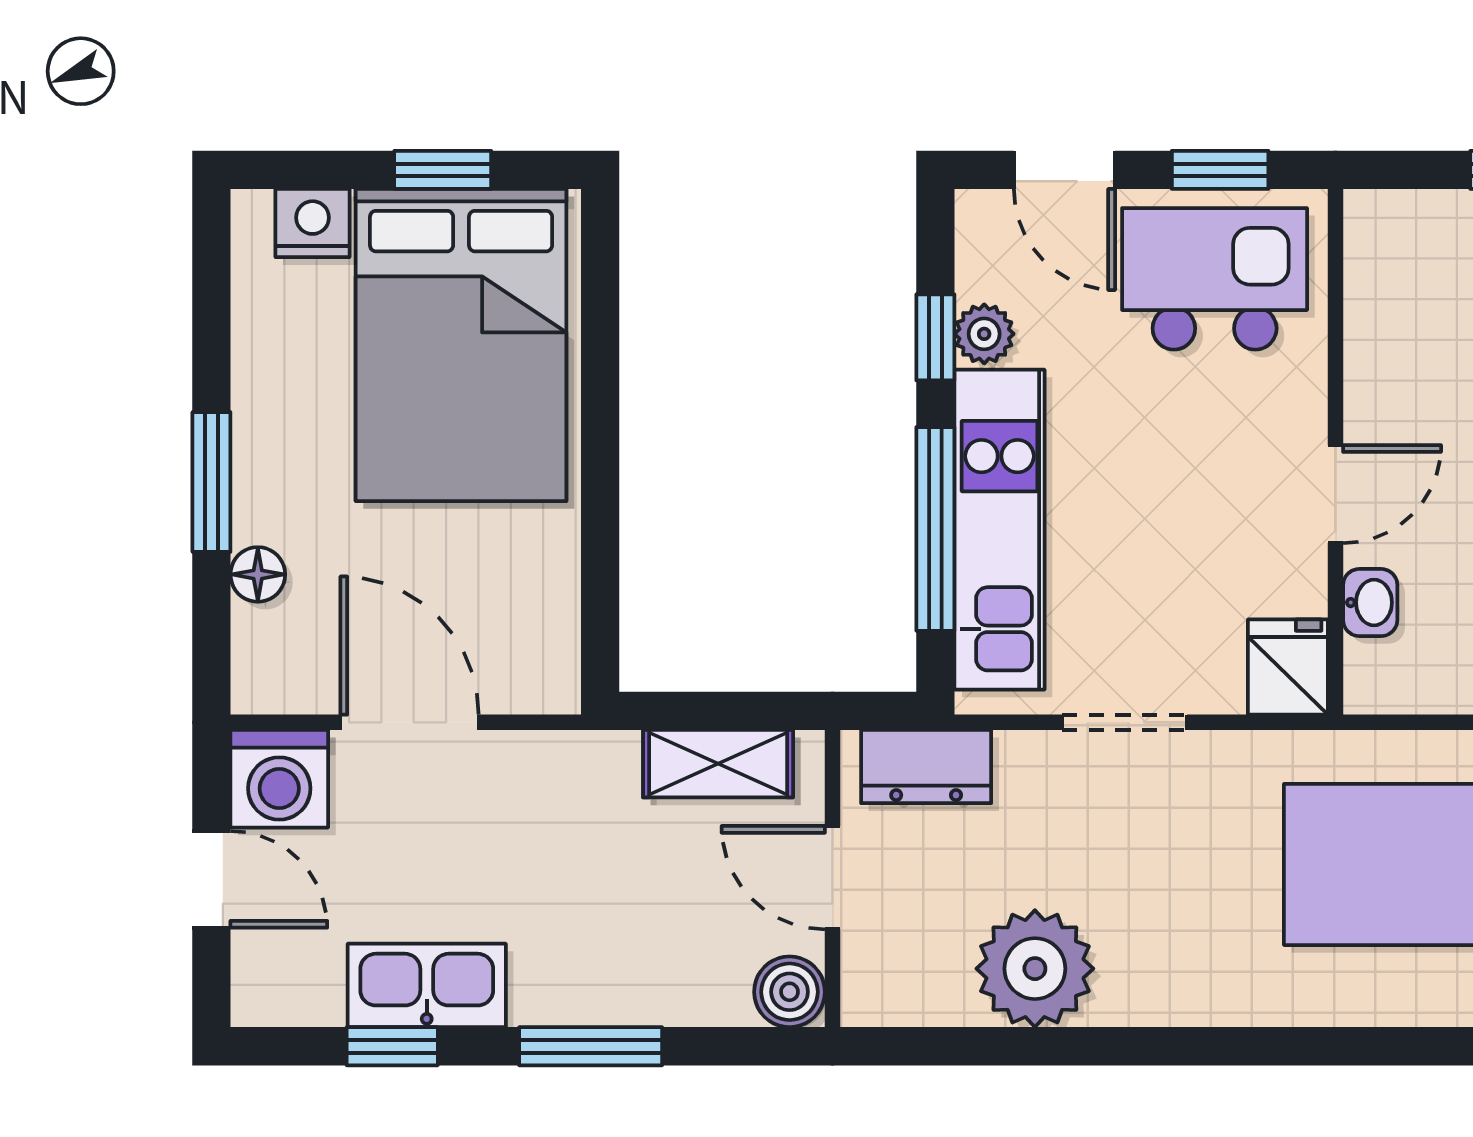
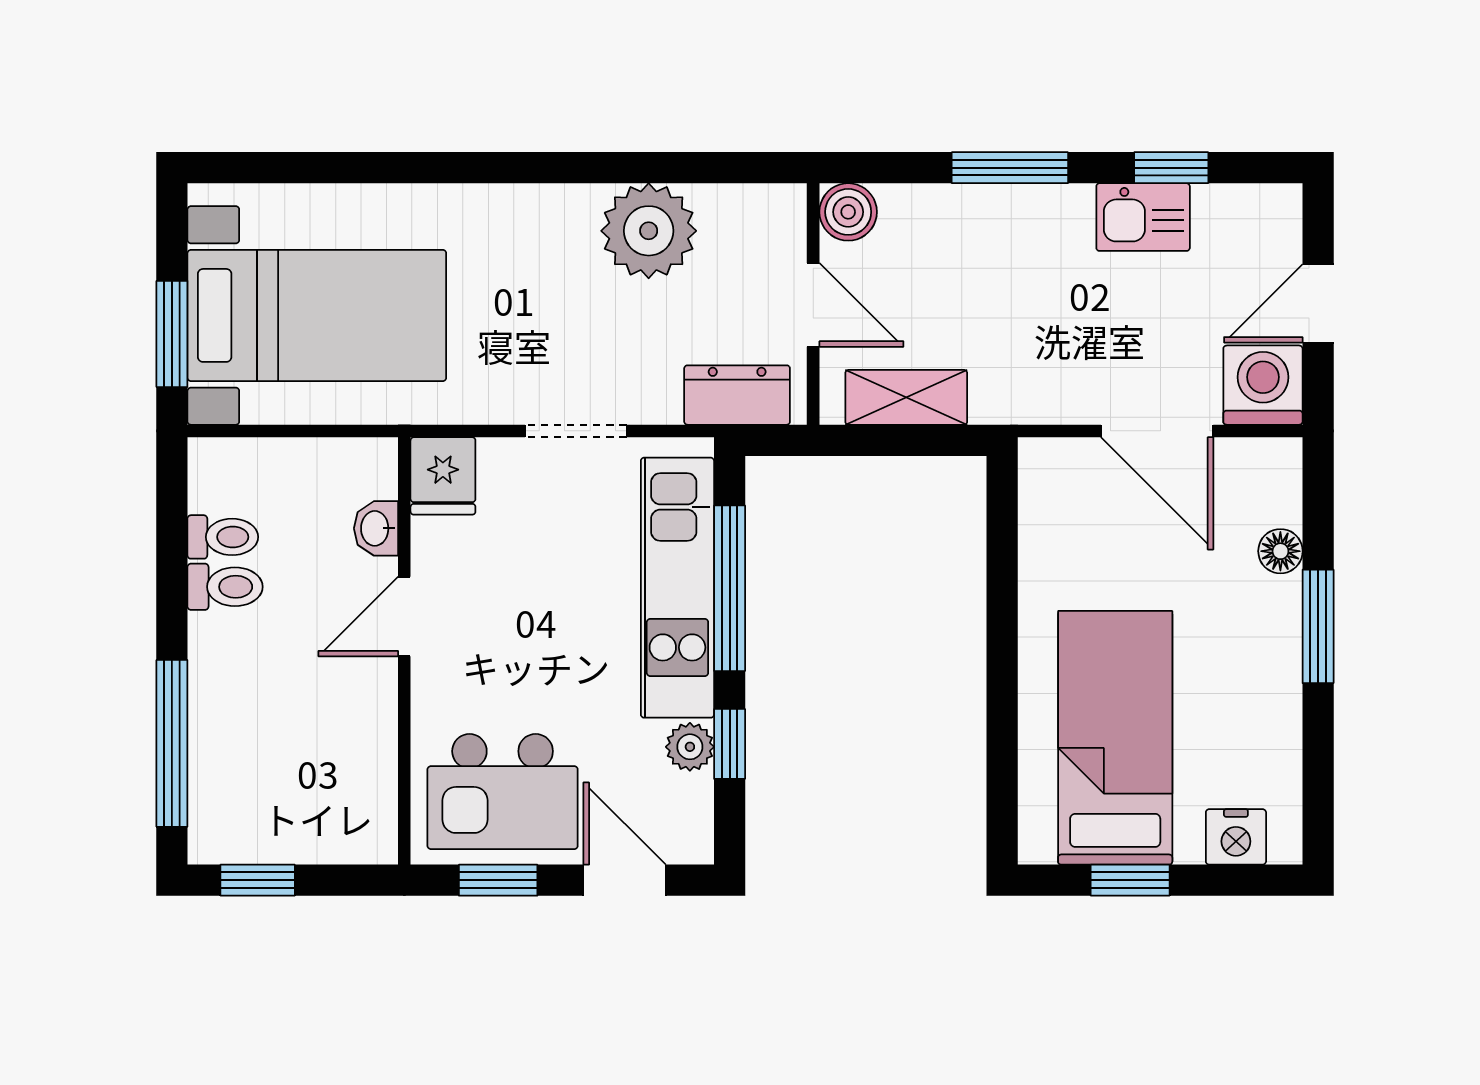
bed: (461, 345) -> (1115, 738), width x0.67
door: (211, 879) -> (1318, 303), hinge flipped
kitchen sink: (427, 985) -> (1143, 217), width x0.73

